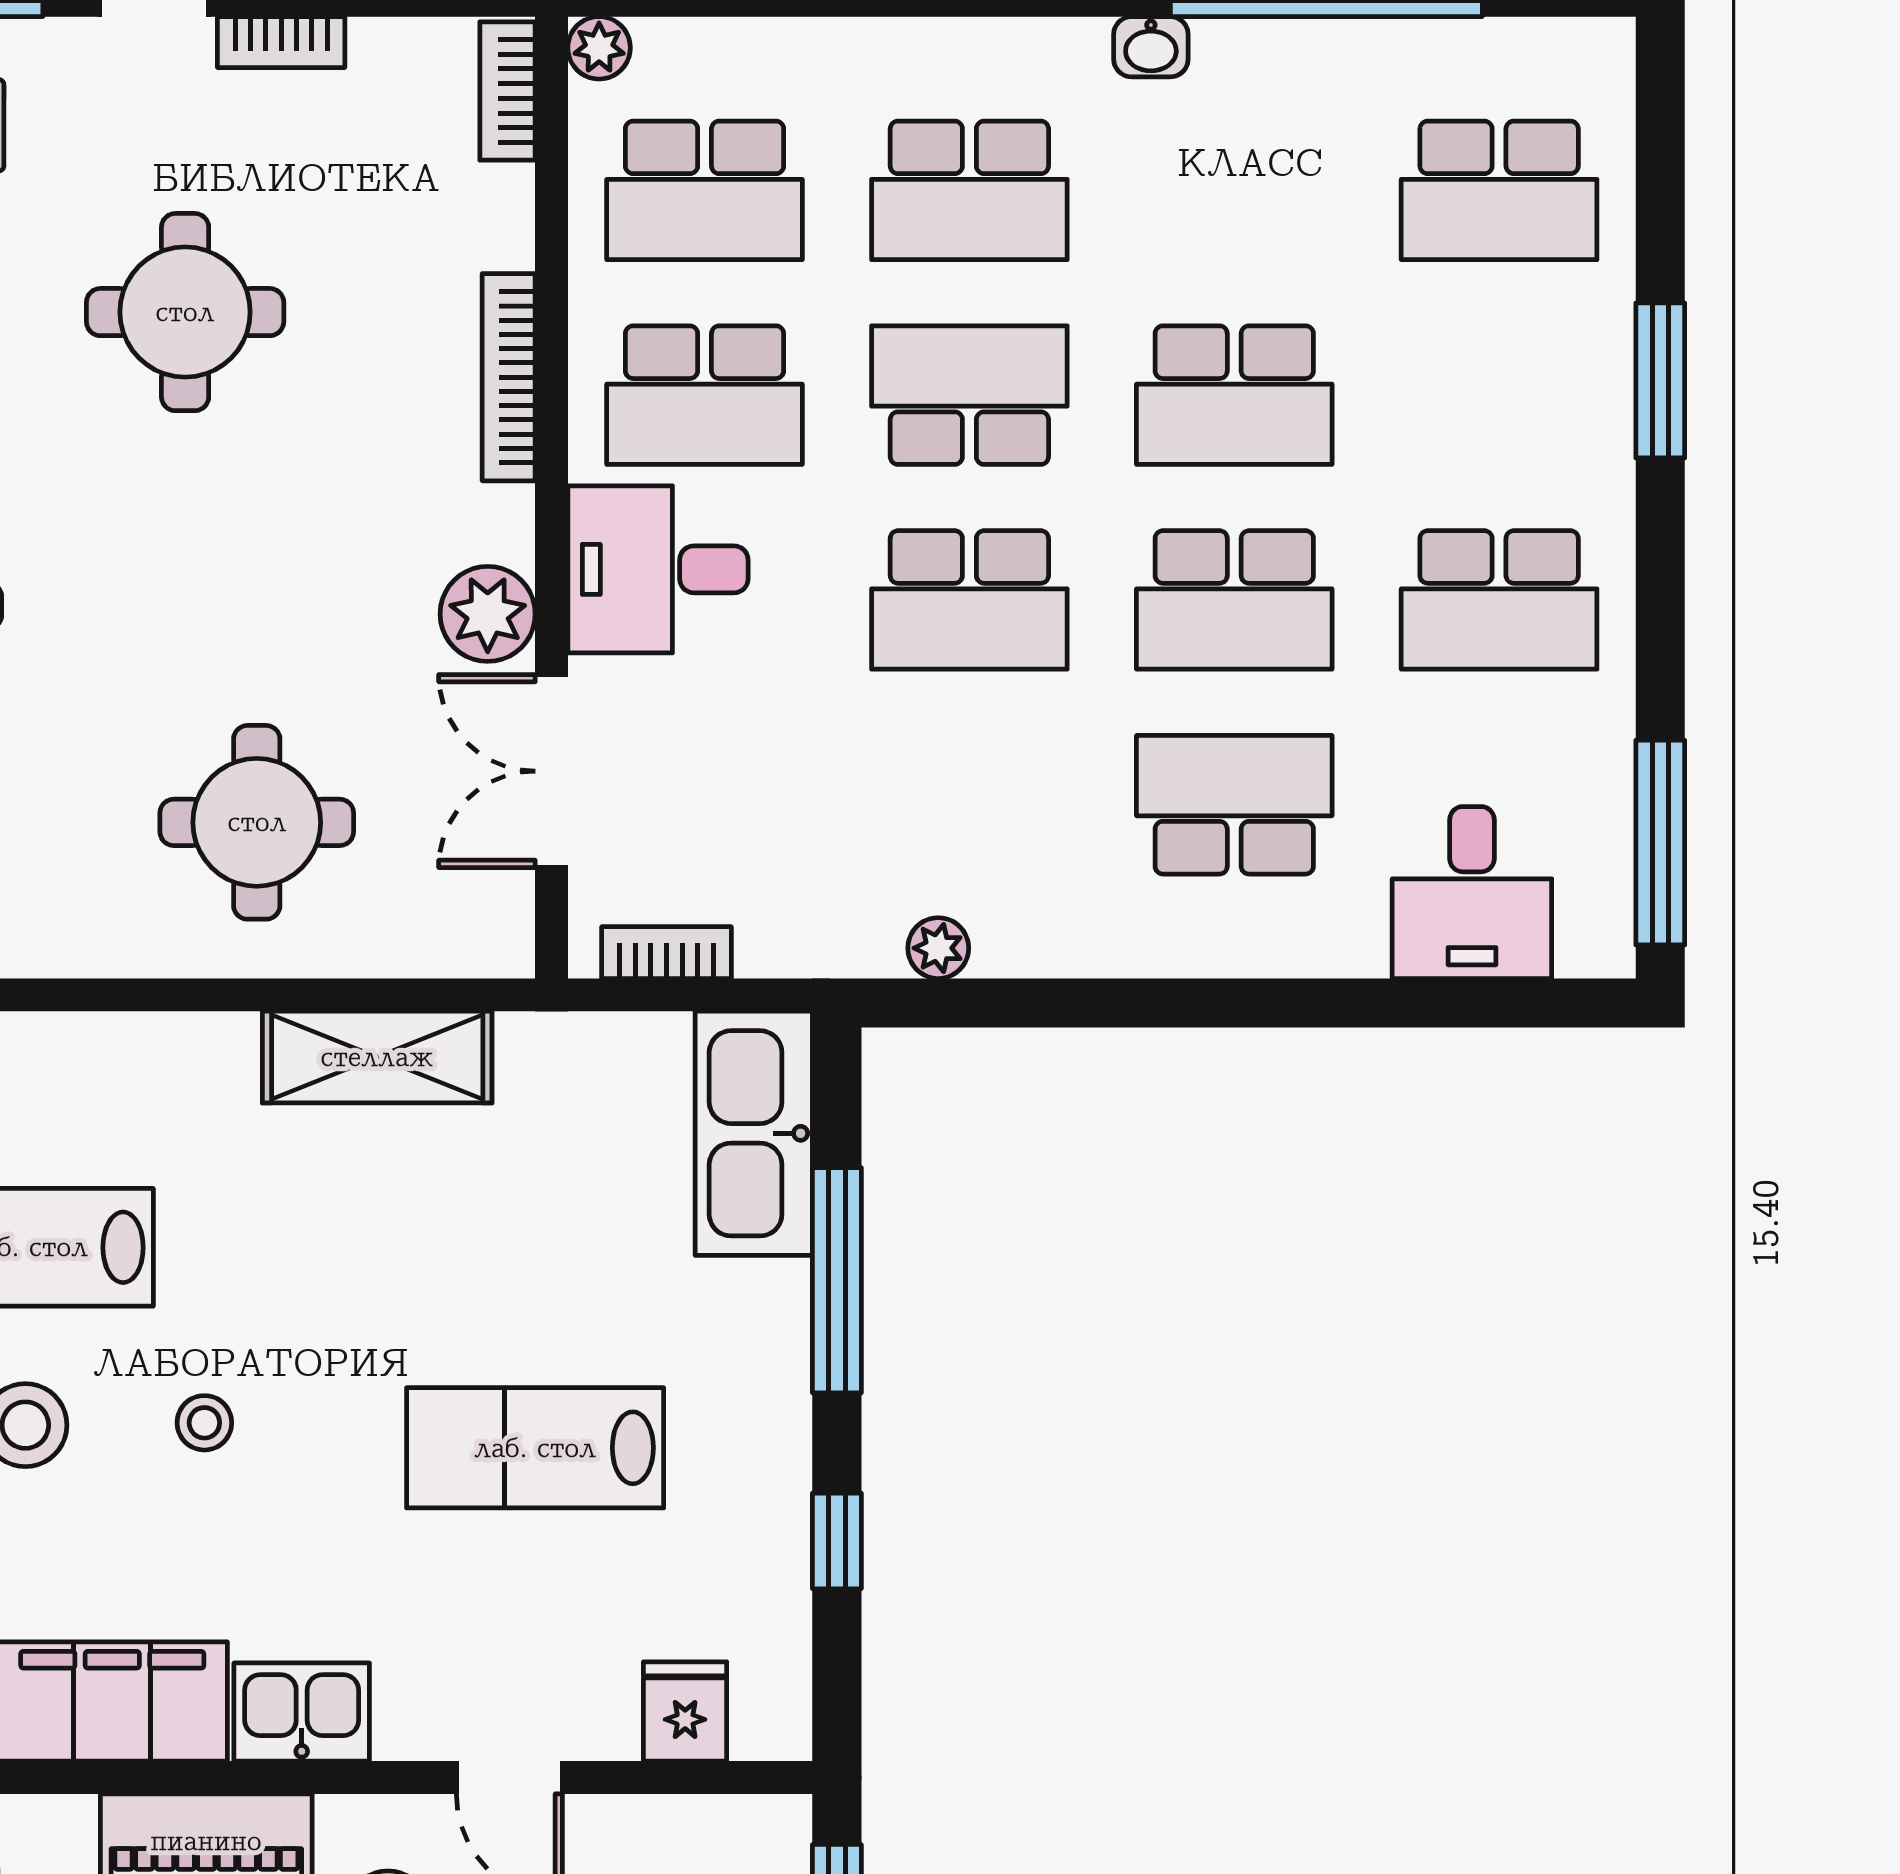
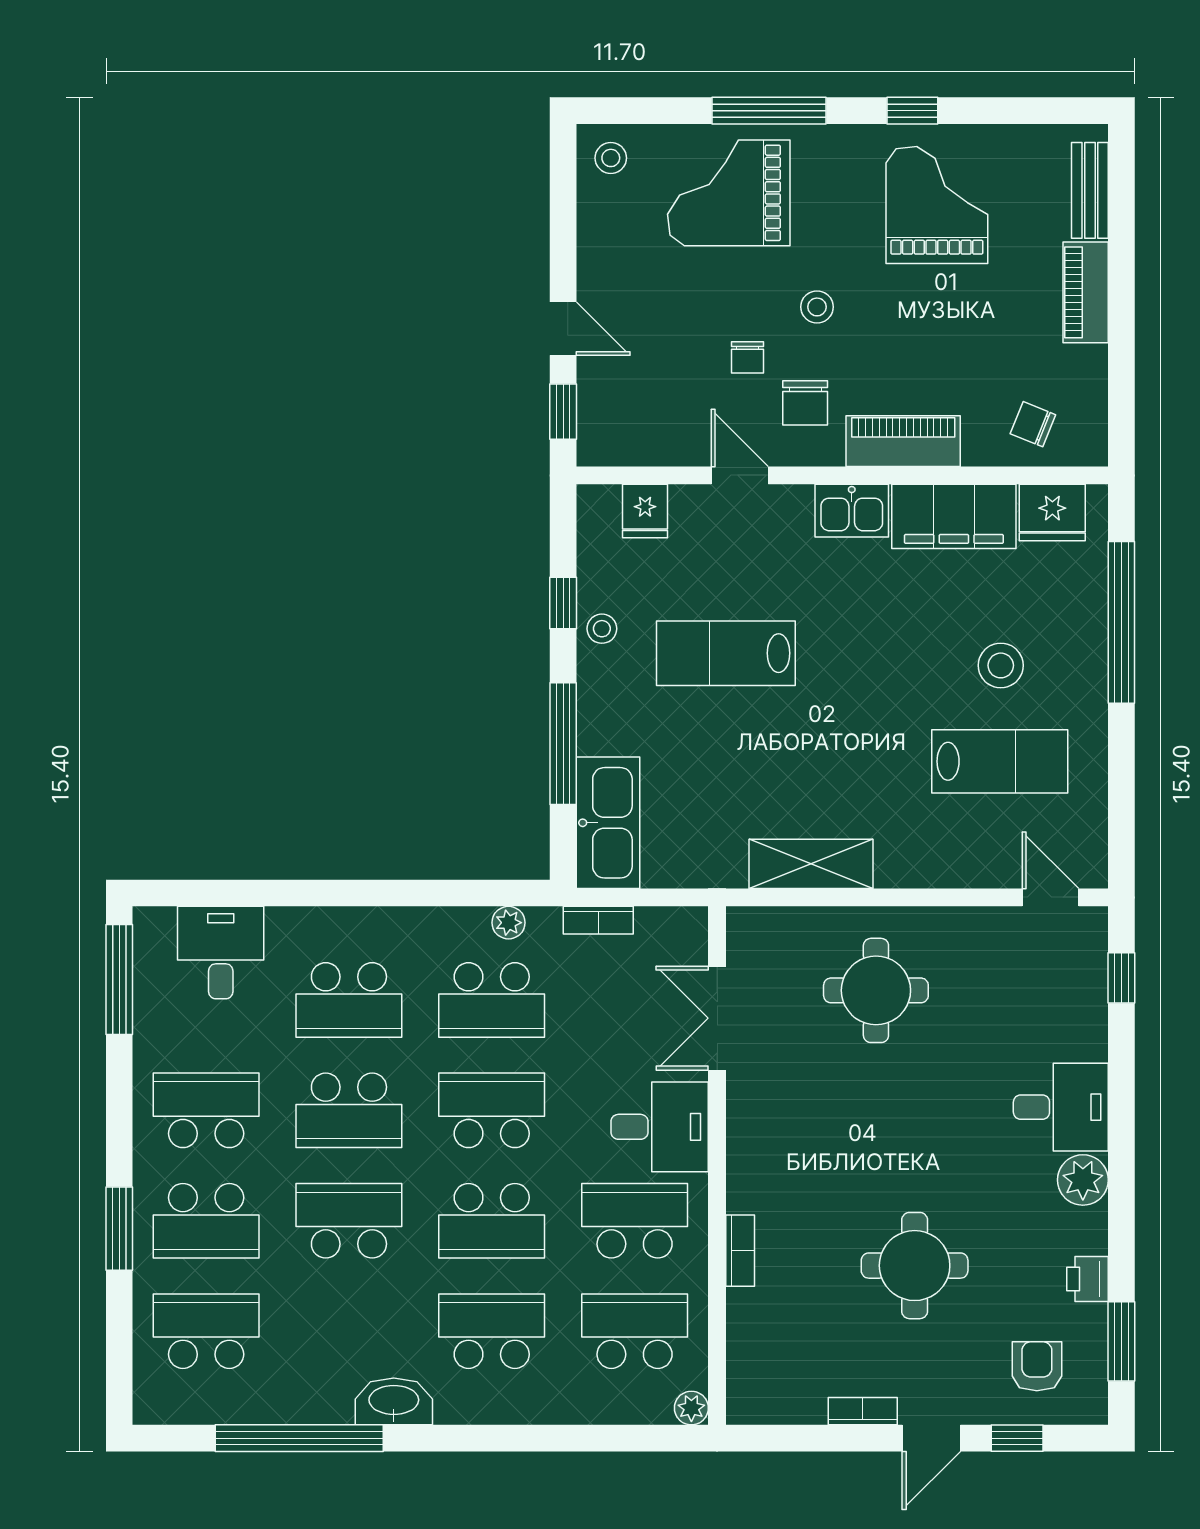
washbasin: (1151, 47) -> (394, 1401), width x1.91, depth x1.45
bookcase: (508, 91) -> (741, 1385), removed
bookcase: (509, 377) -> (740, 1251), width x0.64
school desk: (1499, 395) -> (206, 1221), added
school desk: (1234, 600) -> (349, 1110), turned 180
plant: (488, 614) -> (751, 1103), removed
double door: (552, 771) -> (717, 1018), swing flipped
school desk: (969, 805) -> (492, 1000), added
bookcase: (667, 953) -> (598, 920), moved
stool: (204, 1423) -> (602, 629), moved
lab bench: (535, 1448) -> (726, 653), turned 180

